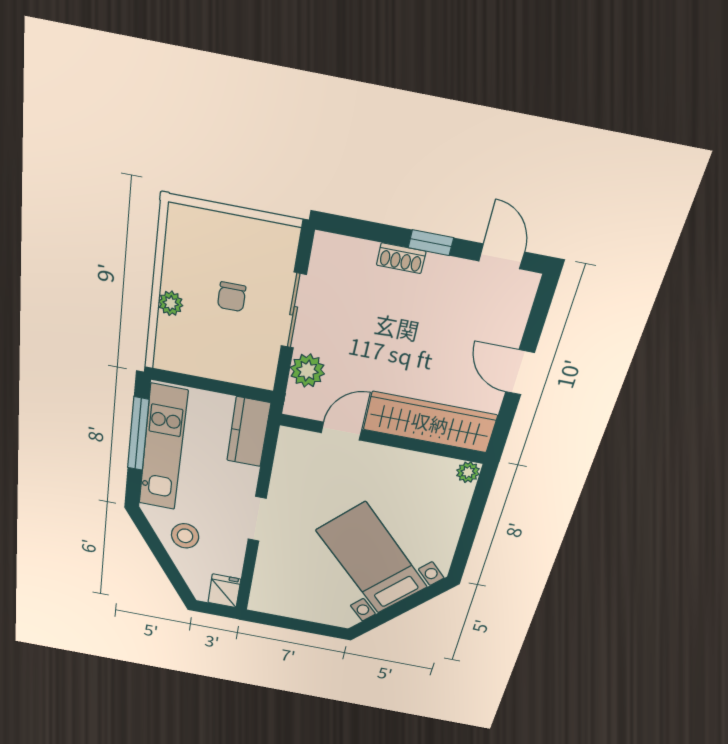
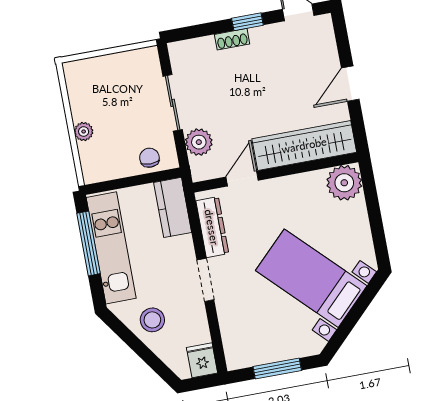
chair: (232, 297) -> (149, 158), moved, turned 180
door: (520, 372) -> (350, 84), hinge flipped
dresser: (286, 469) -> (212, 227), added
plant: (468, 472) -> (344, 183), width x1.88, depth x1.88
window: (299, 625) -> (277, 369), added

